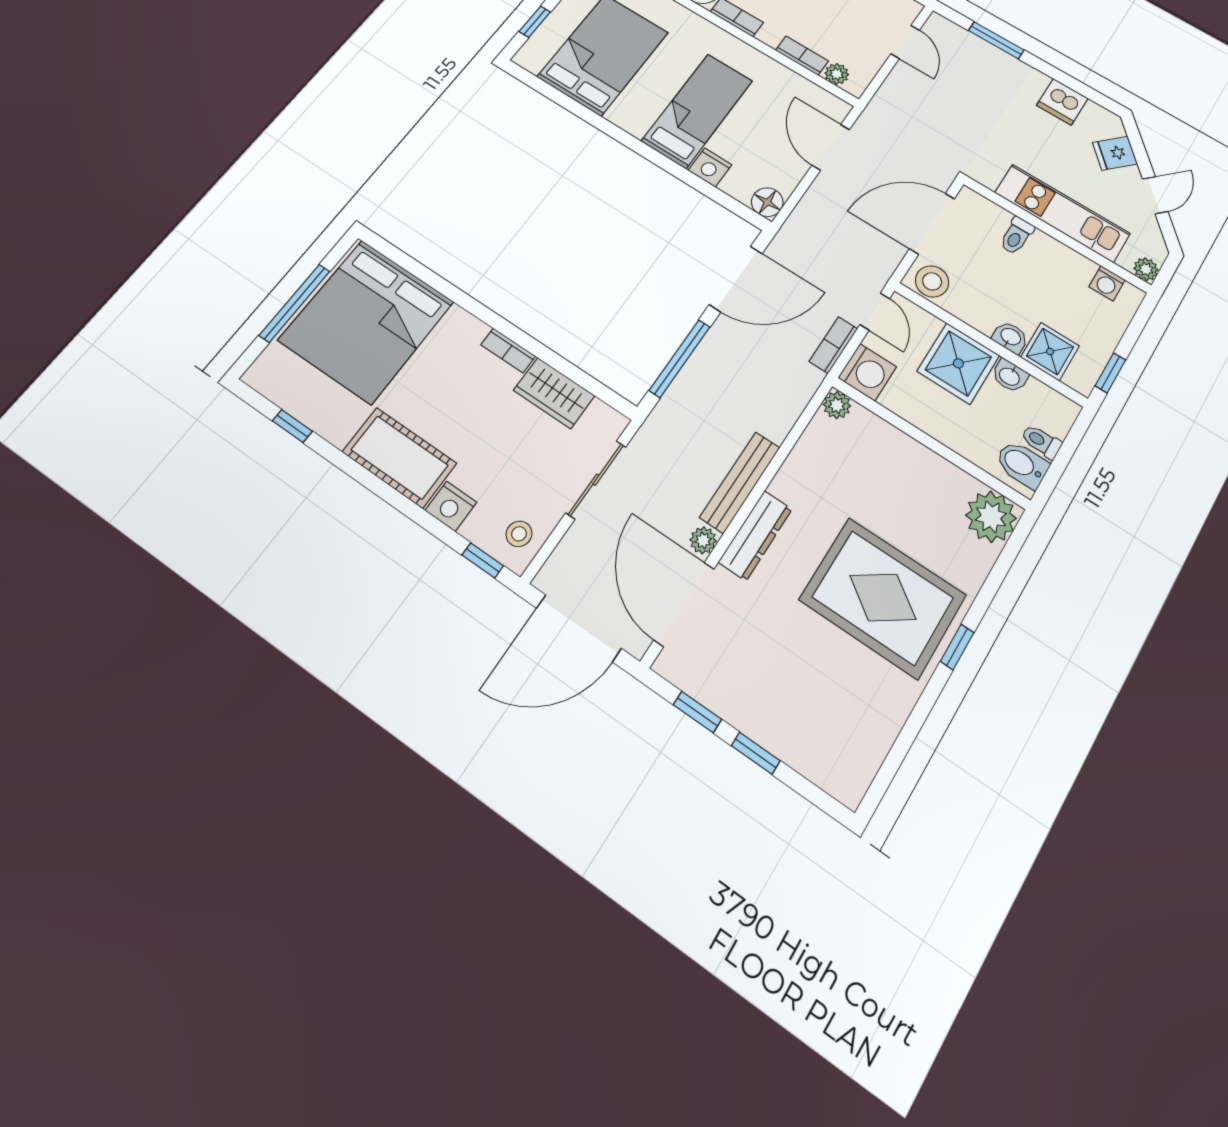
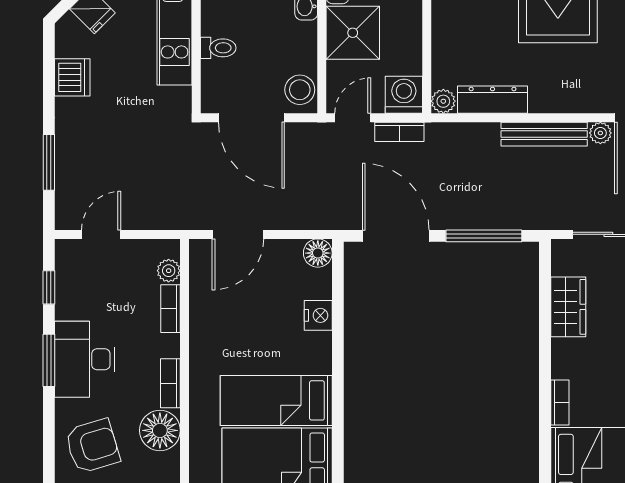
bed: (697, 111) -> (276, 400), moved
bookcase: (508, 350) -> (560, 402), moved
dresser: (755, 535) -> (493, 100), moved

